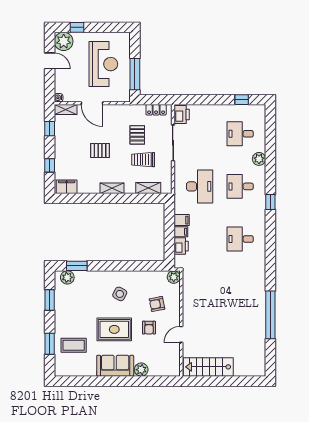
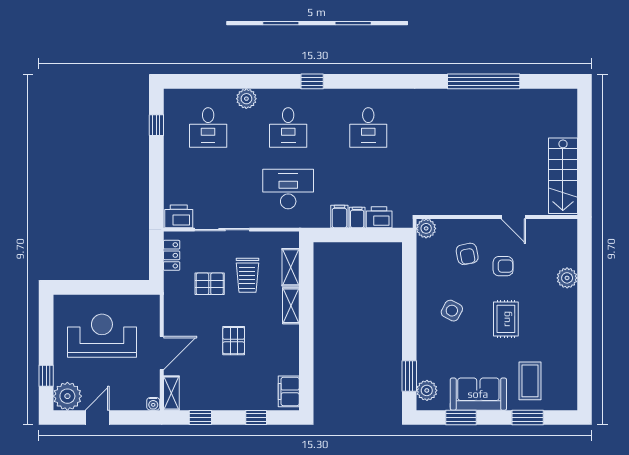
window: (135, 74) -> (117, 287), removed
shelving: (112, 188) -> (291, 306), moved
rug: (114, 329) -> (506, 319), width x0.73, depth x0.70
sofa: (115, 366) -> (478, 394), moved, turned 90

